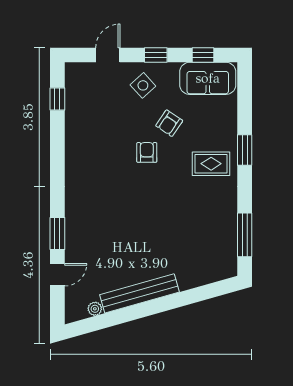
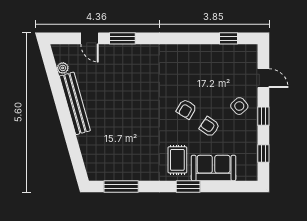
sofa: (208, 78) -> (214, 168), moved, turned 90
armchair: (147, 152) -> (186, 109), turned 121

